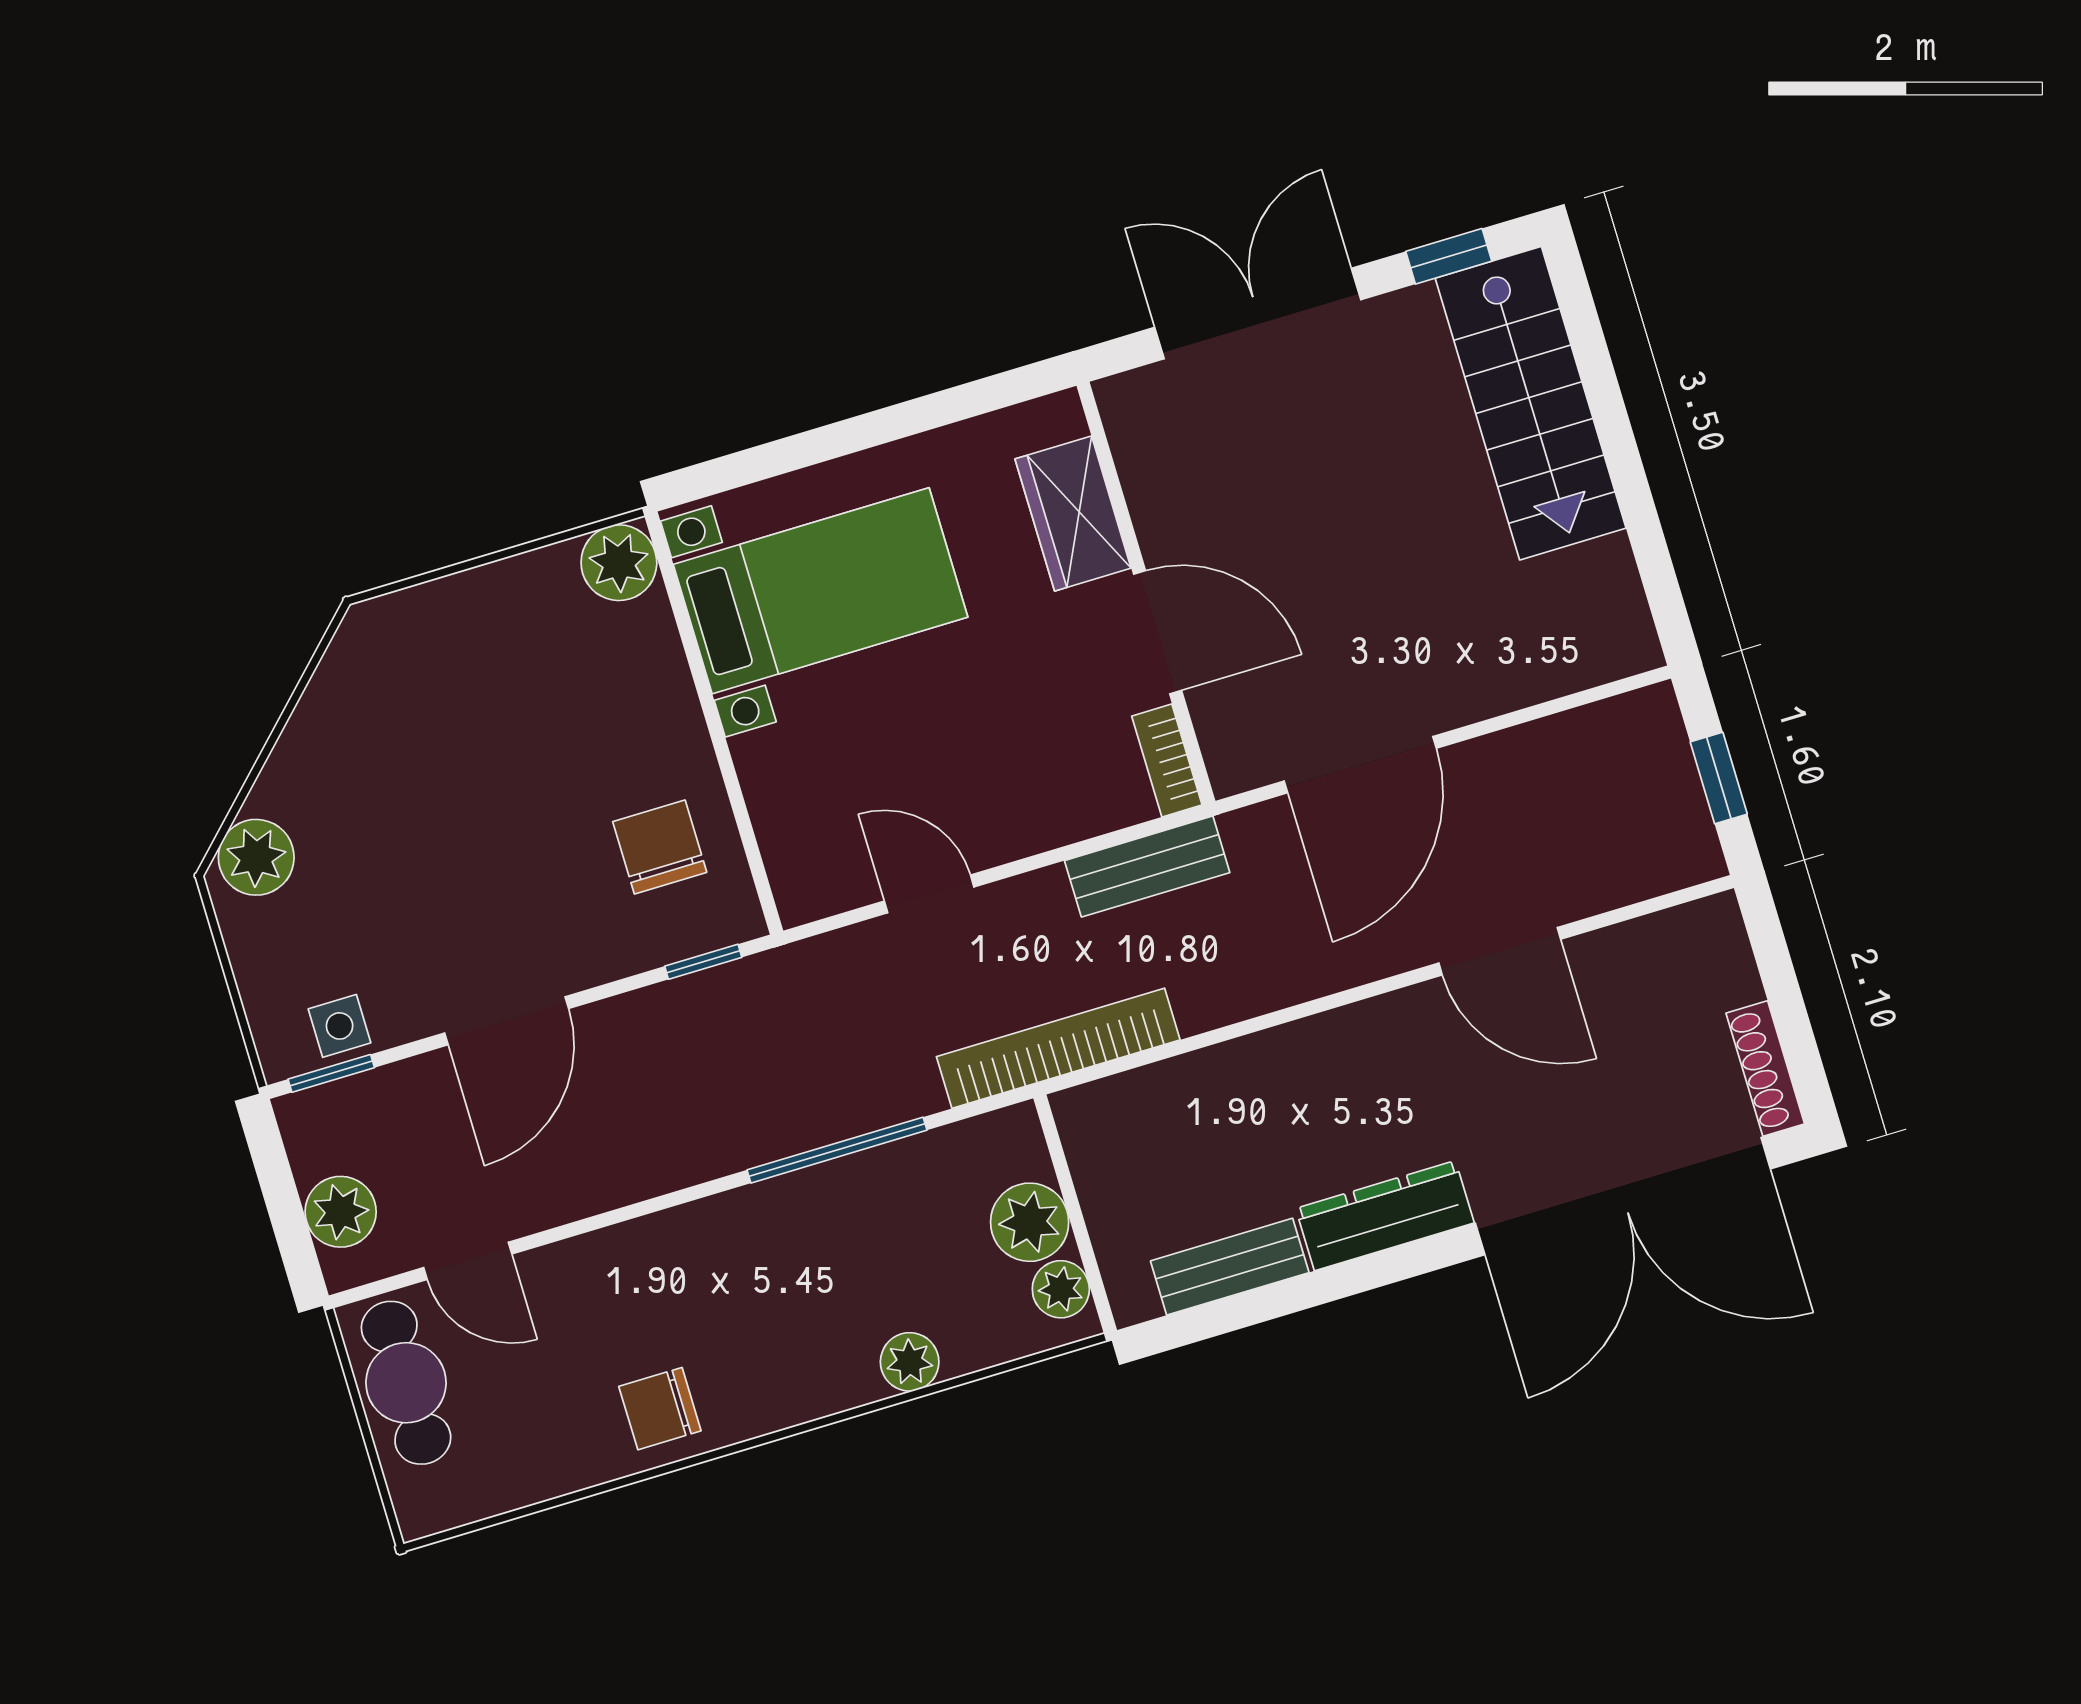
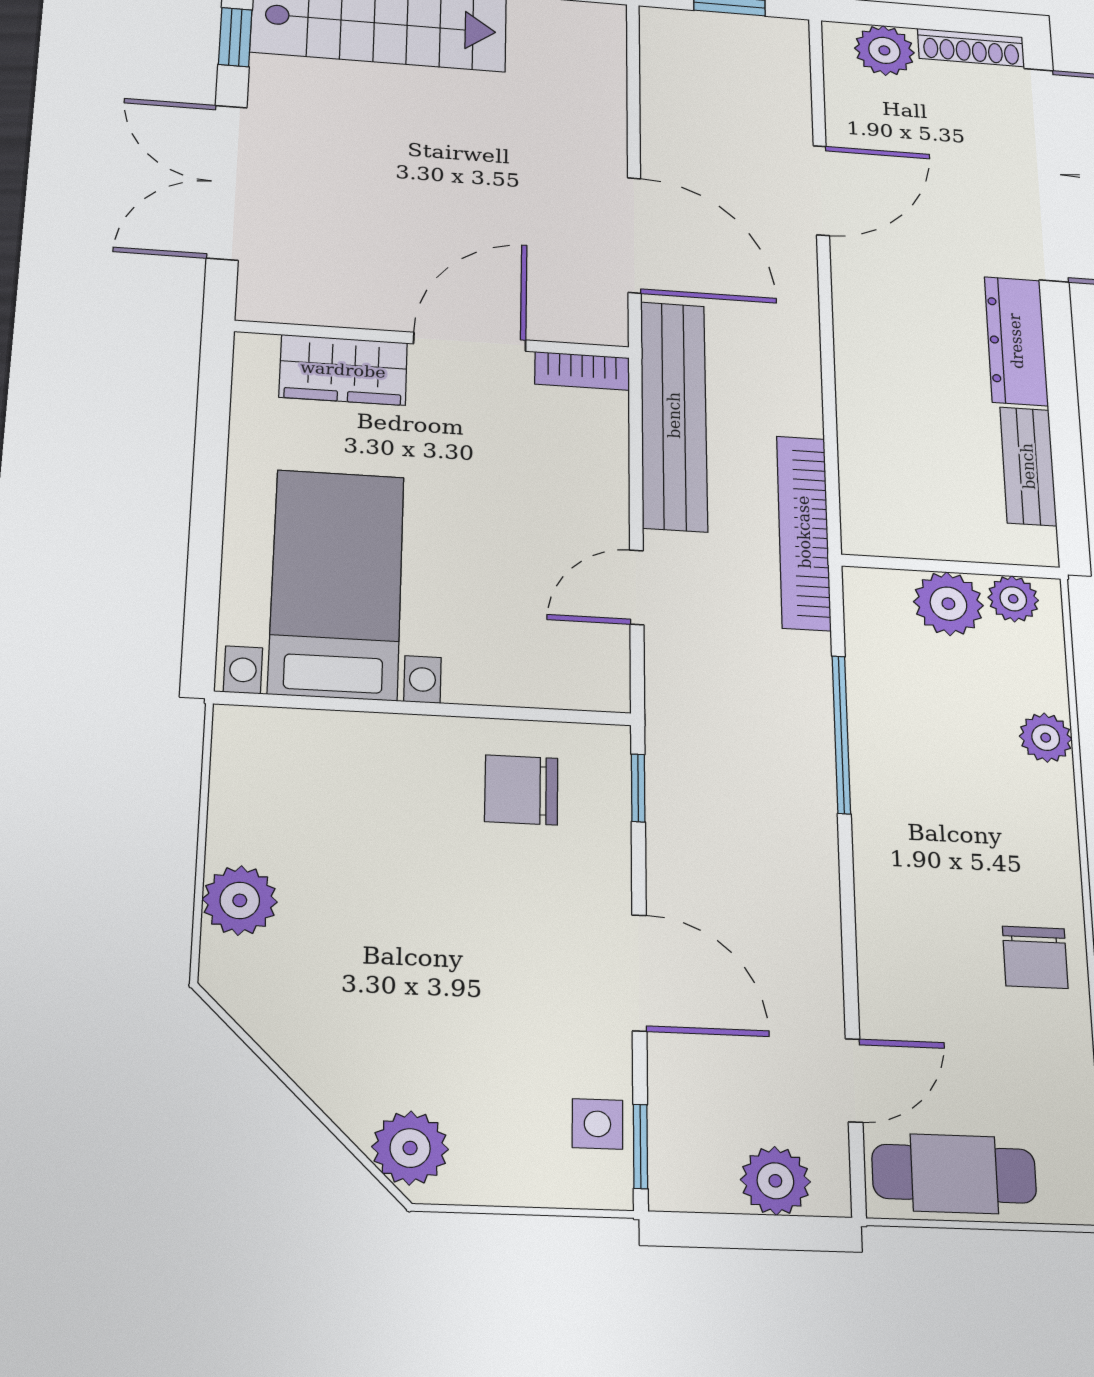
plant: (619, 563) -> (240, 900), moved
bench: (1147, 867) -> (674, 415), width x1.86, depth x1.21
plant: (1721, 971) -> (884, 50), added

